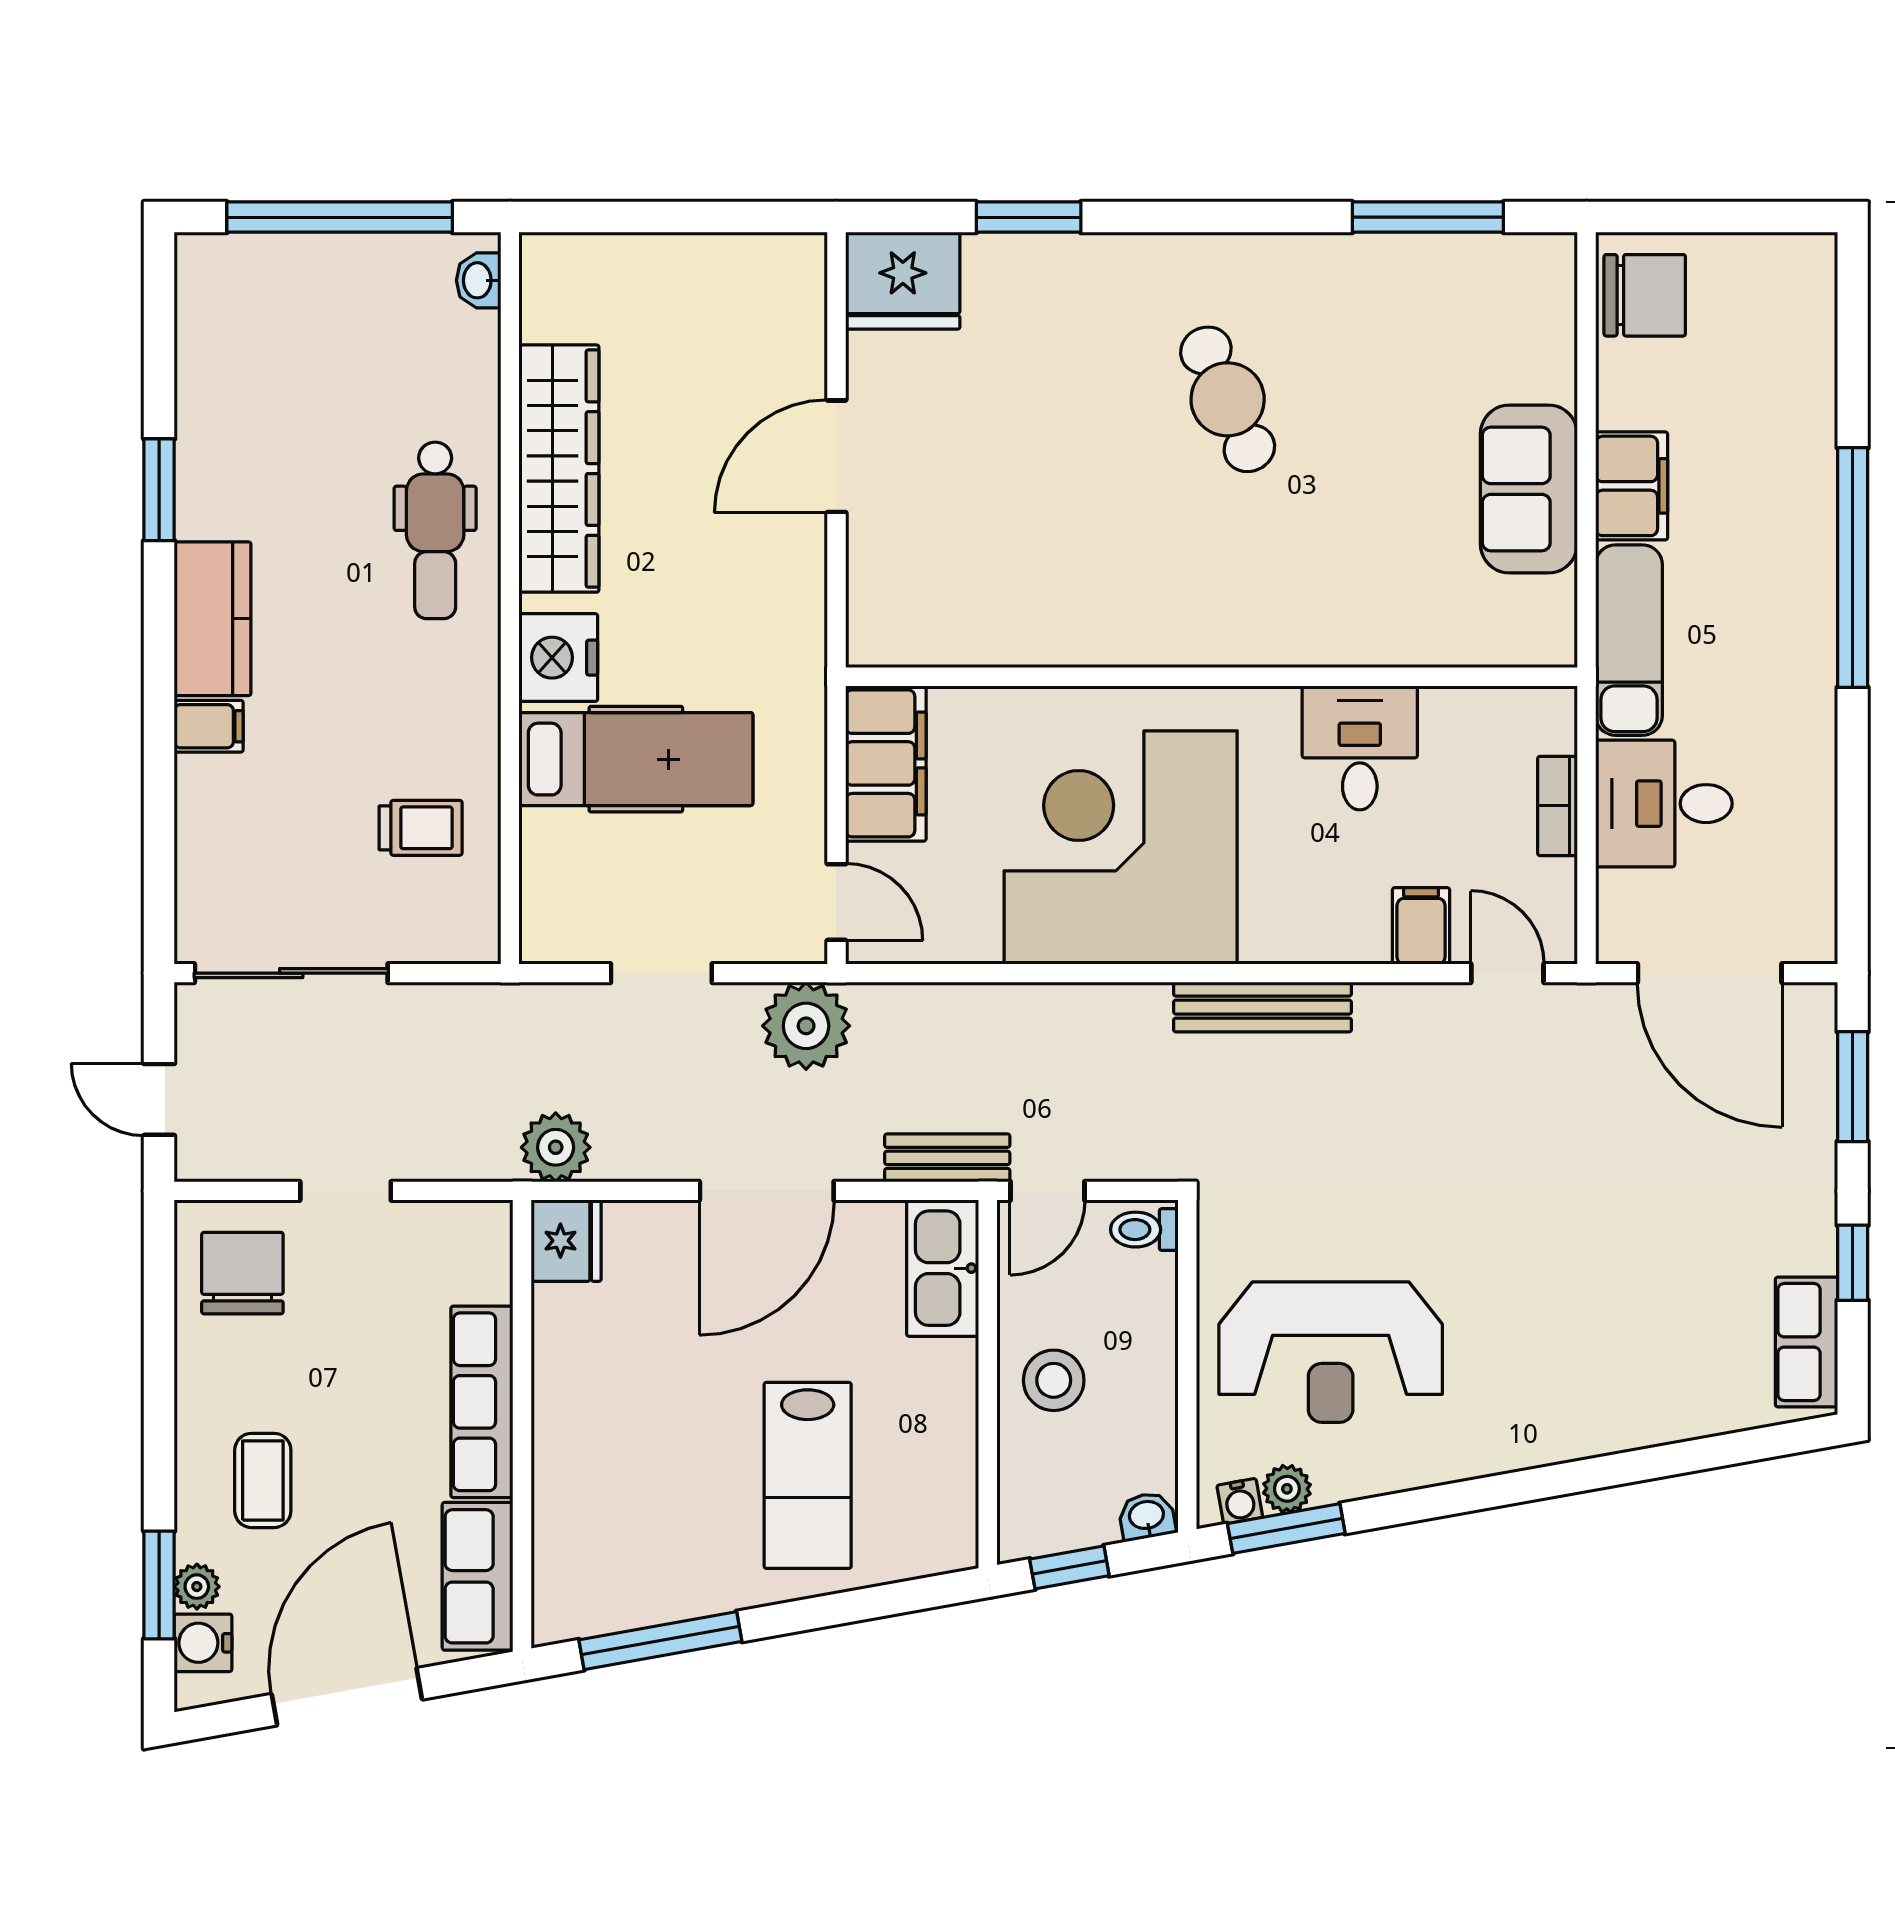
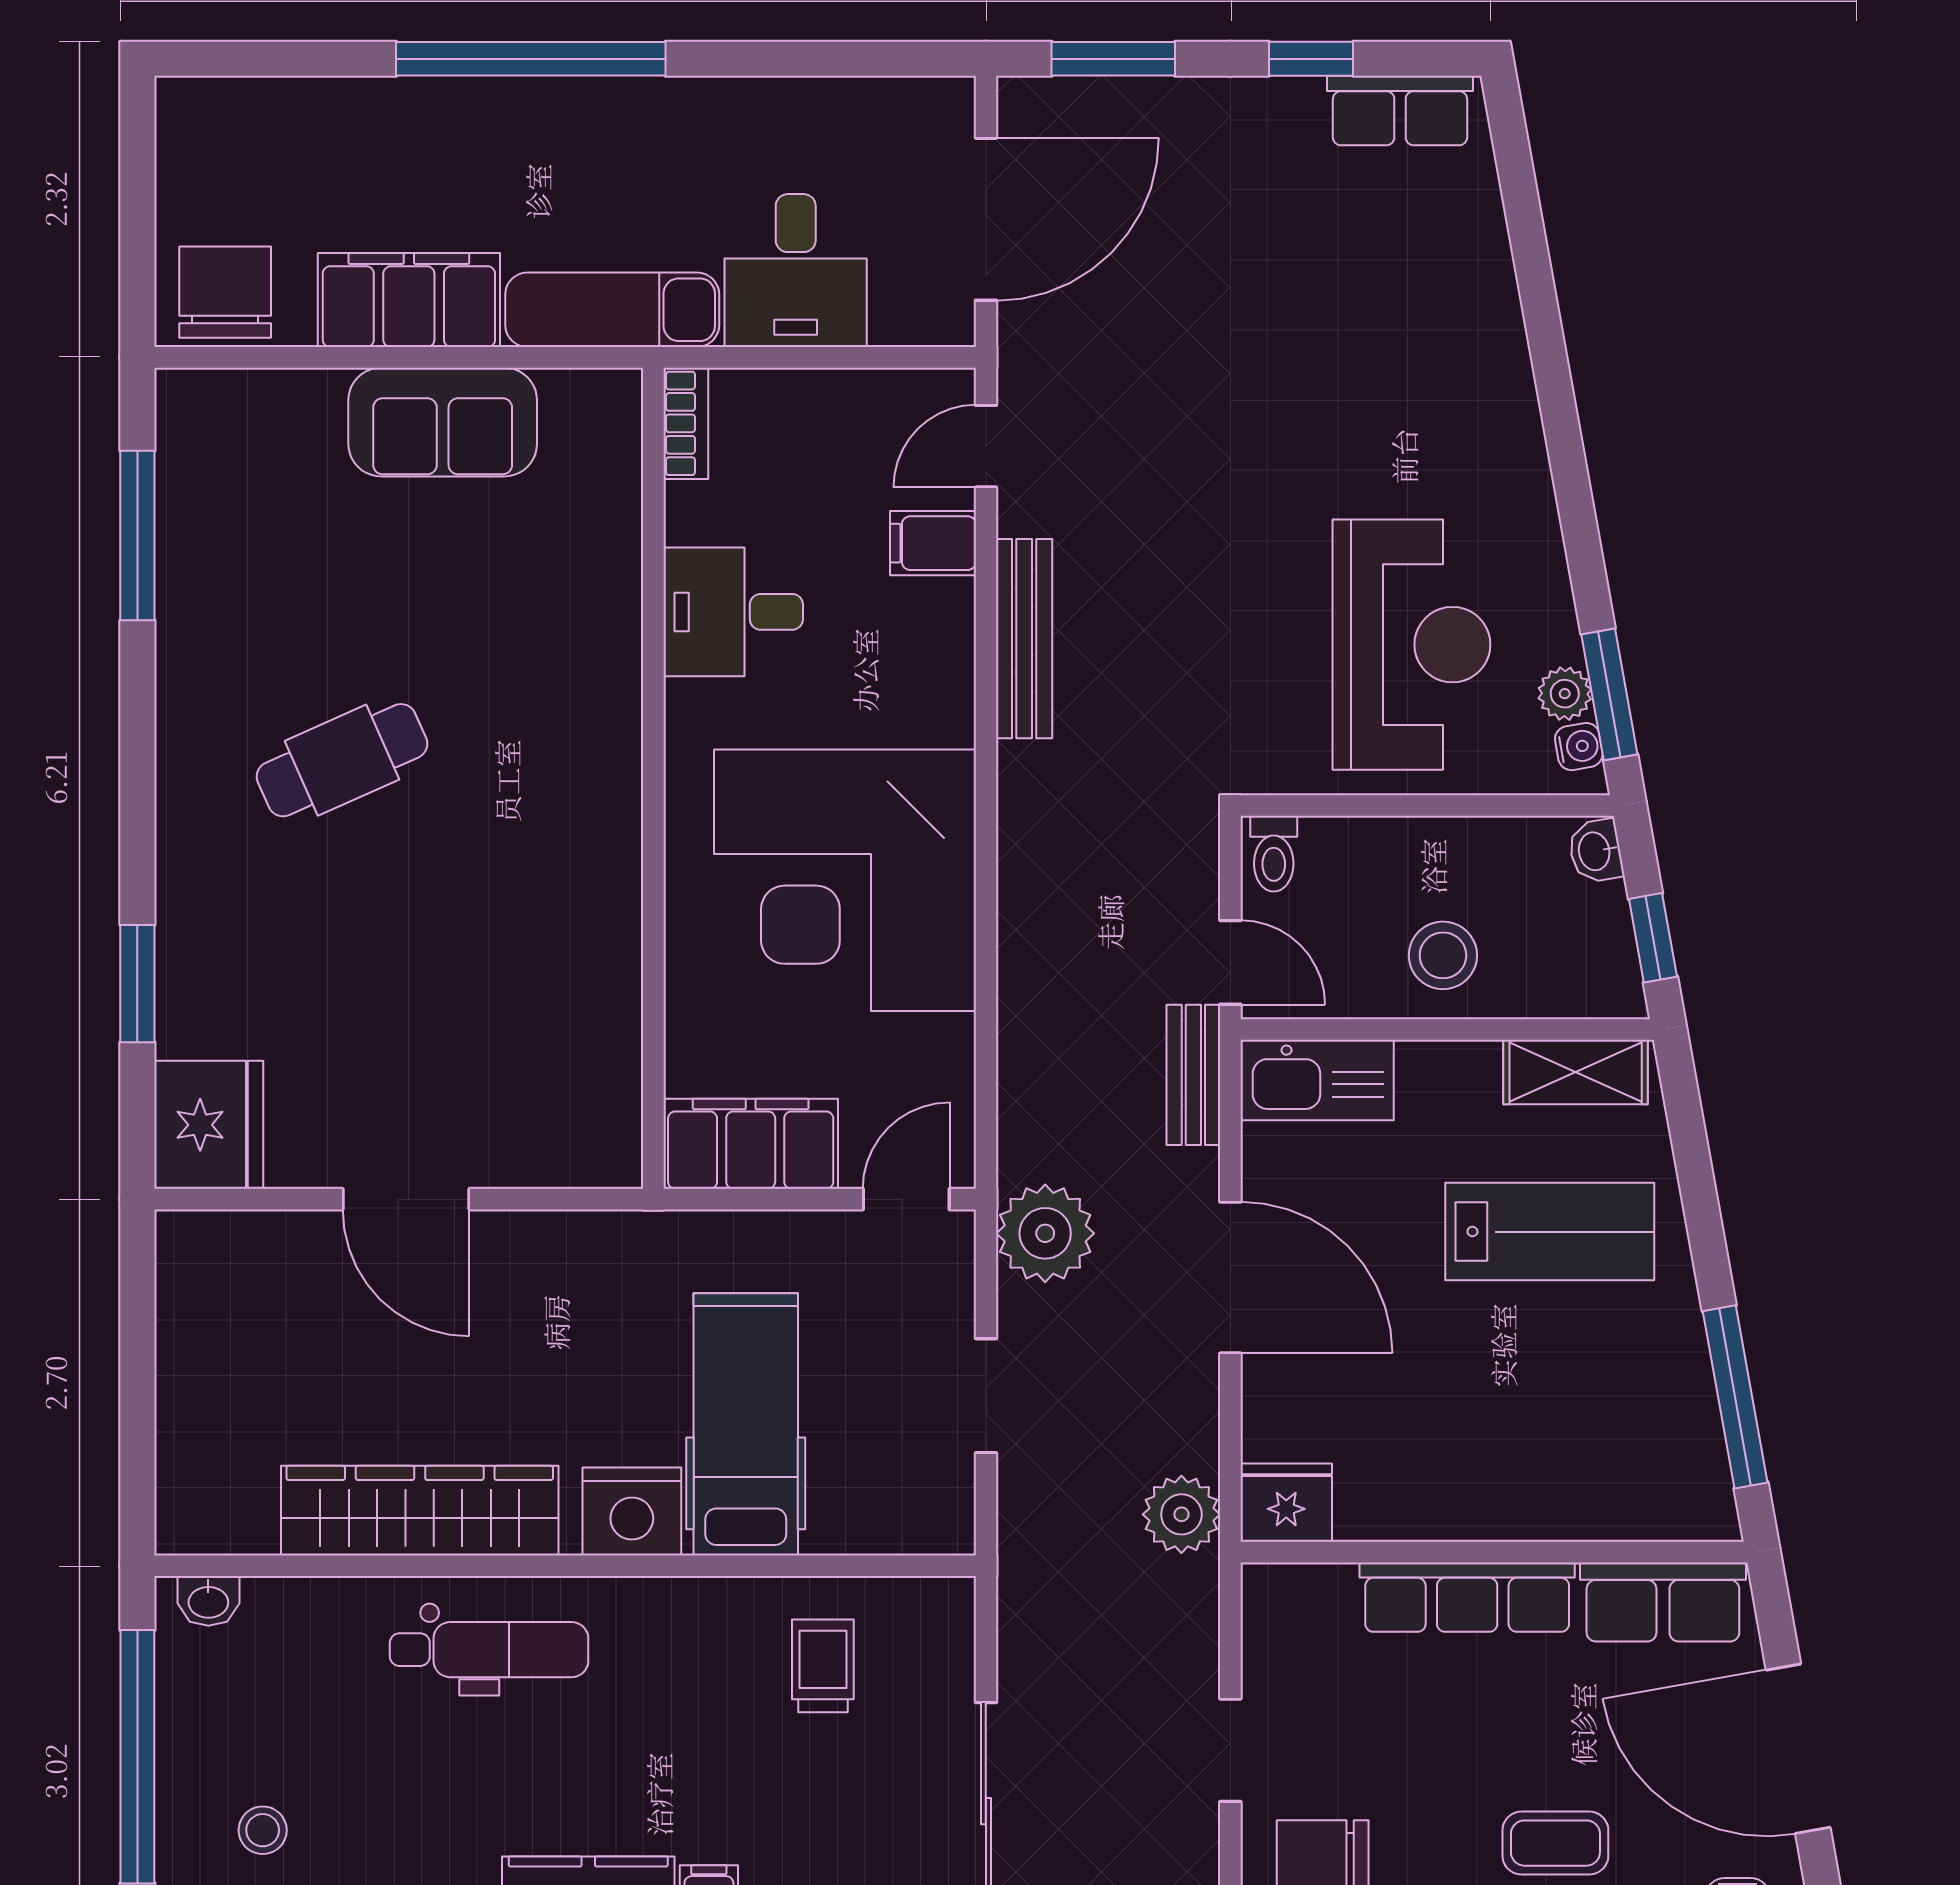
stool: (274, 329) -> (263, 1830), added
filing cabinet: (1632, 486) -> (409, 300), width x1.50, depth x1.17
bookcase: (1558, 806) -> (686, 423), moved, turned -90
bench: (1263, 1007) -> (1024, 639), moved
shelving: (950, 1498) -> (1576, 1072), added

